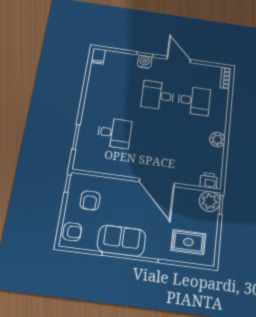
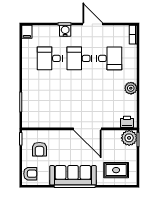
desk: (114, 133) -> (50, 58), moved, turned 180
sofa: (121, 241) -> (73, 175), width x1.36

